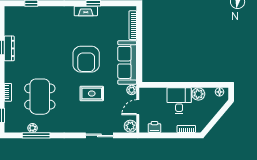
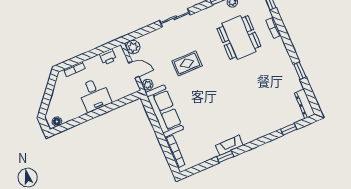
dresser: (9, 48) -> (305, 104), moved
armchair: (86, 59) -> (208, 96), removed
plant: (198, 94) -> (78, 110), removed
door: (138, 107) -> (134, 70), hinge flipped
sliding door: (99, 135) -> (175, 18), moved

